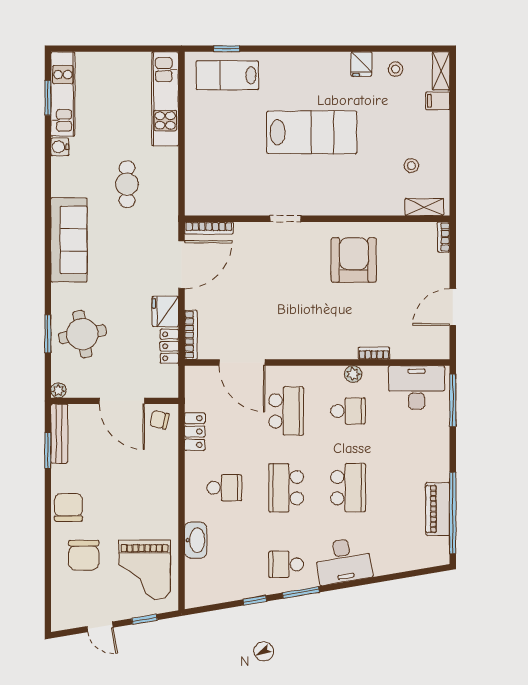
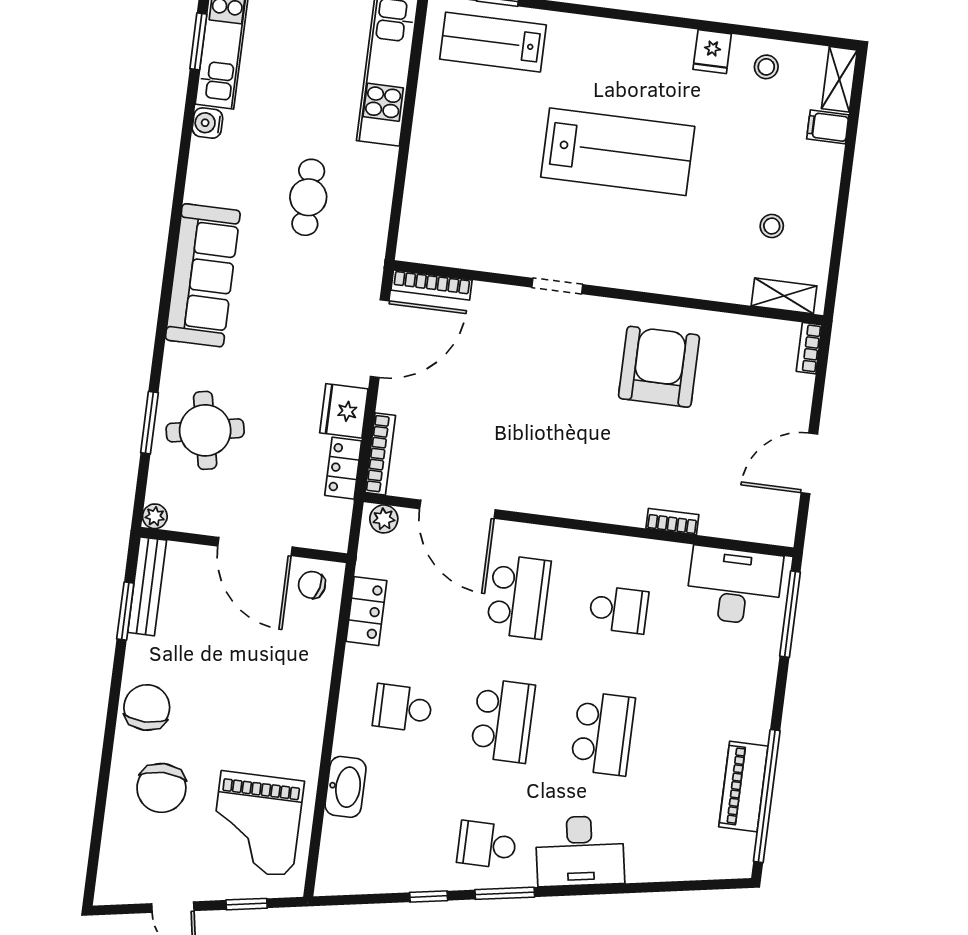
plant: (353, 374) -> (384, 519), moved
school desk: (224, 488) -> (403, 708), turned 180
school desk: (286, 488) -> (503, 721), turned 180

